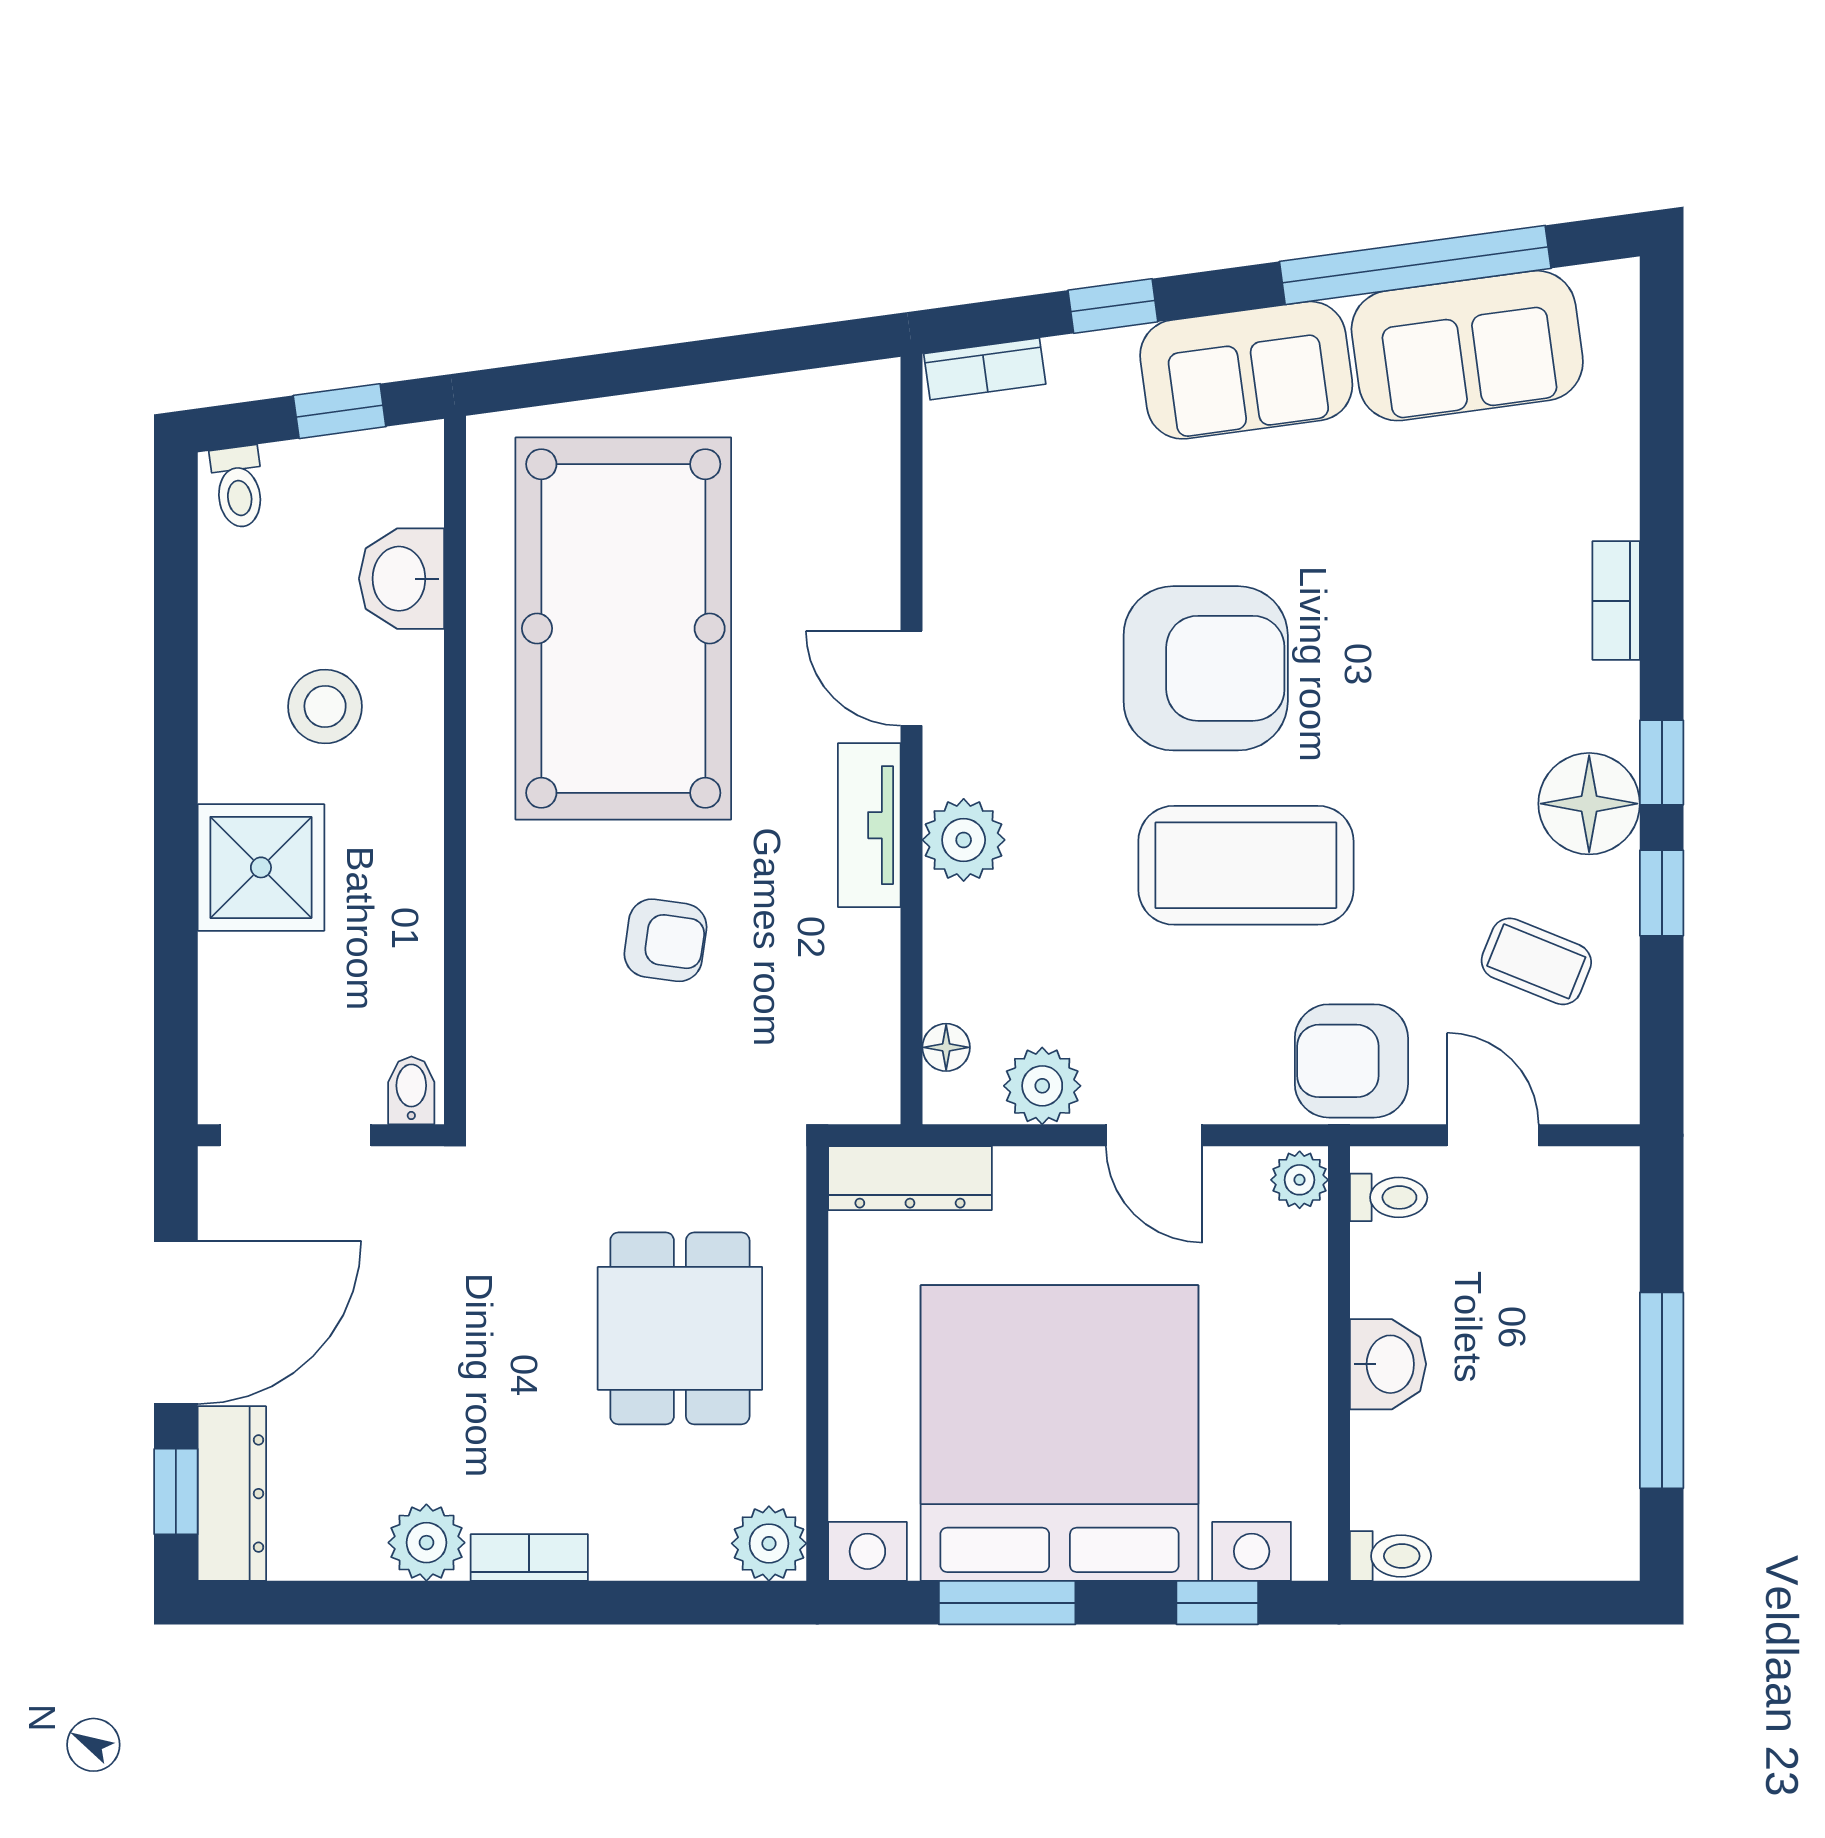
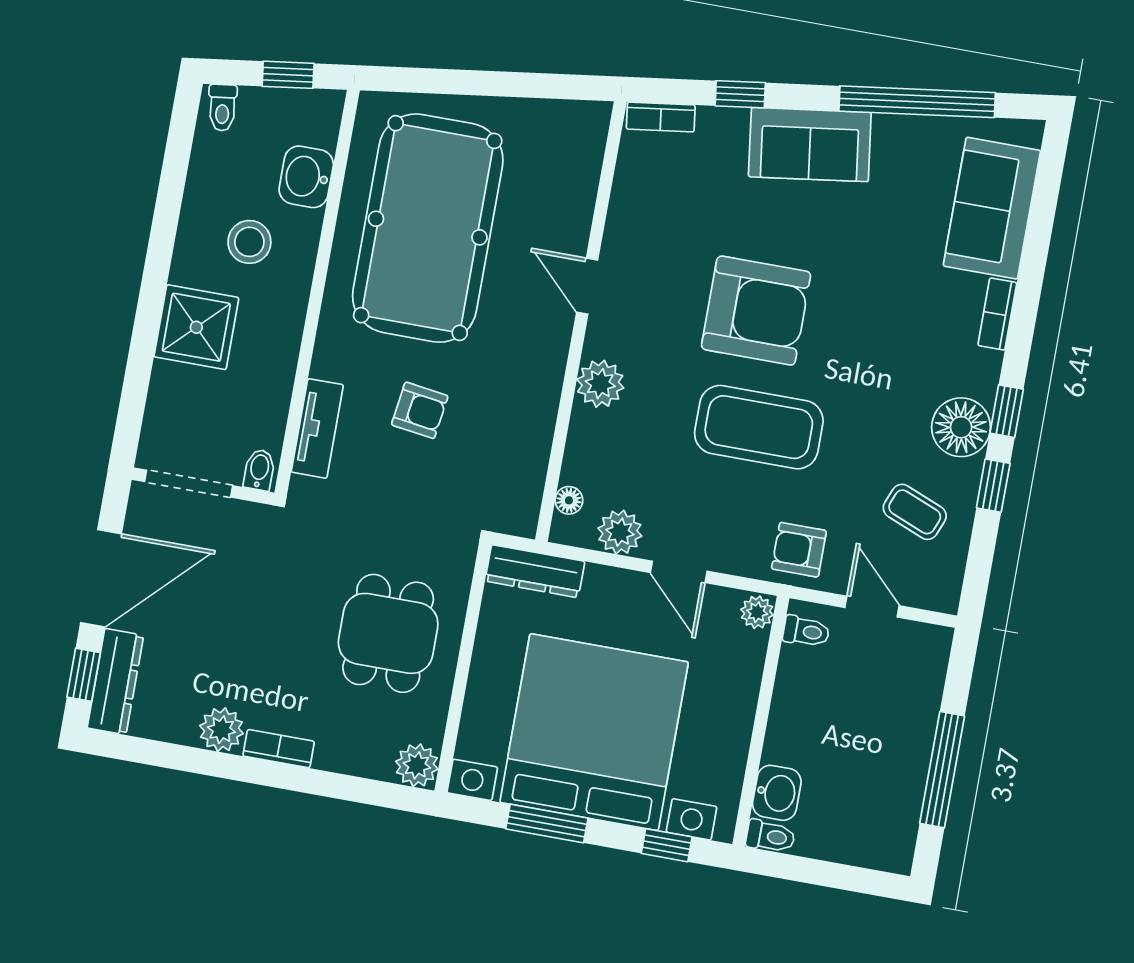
sofa: (1467, 346) -> (992, 208), moved, turned 98
tv unit: (869, 825) -> (317, 428), moved, turned 180
armchair: (1351, 1061) -> (799, 550), width x0.72, depth x0.72
washbasin: (1388, 1364) -> (777, 793), moved

